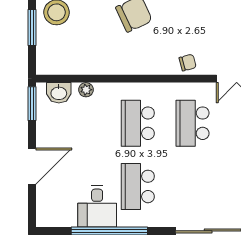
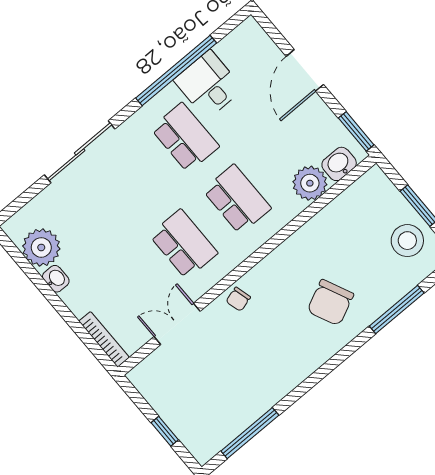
plant: (86, 90) -> (310, 183), width x1.88, depth x1.88

